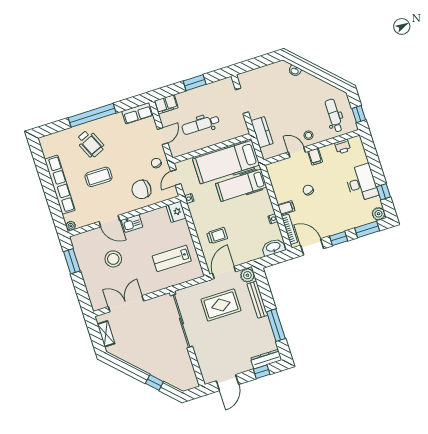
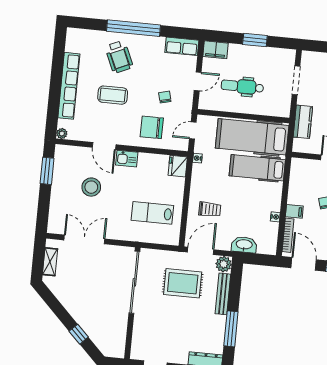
chair: (156, 163) -> (165, 97), moved
washbasin: (273, 247) -> (244, 245), moved

